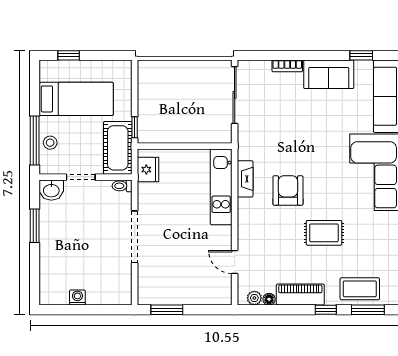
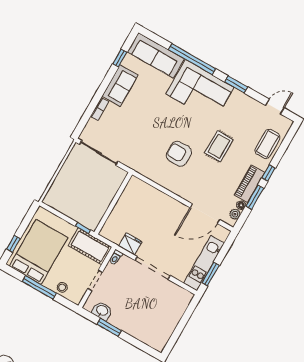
bed: (76, 99) -> (39, 252), width x1.50
window: (35, 140) -> (39, 287), moved
fridge: (148, 170) -> (130, 244), moved
fireplace: (245, 179) -> (156, 177), removed
kitchen unit: (221, 187) -> (204, 263), moved, turned 90
washbasin: (51, 190) -> (102, 311), moved, turned -90
door: (235, 262) -> (205, 214), width x1.88
washing machine: (77, 297) -> (170, 326), removed
window: (368, 310) -> (255, 197), moved

